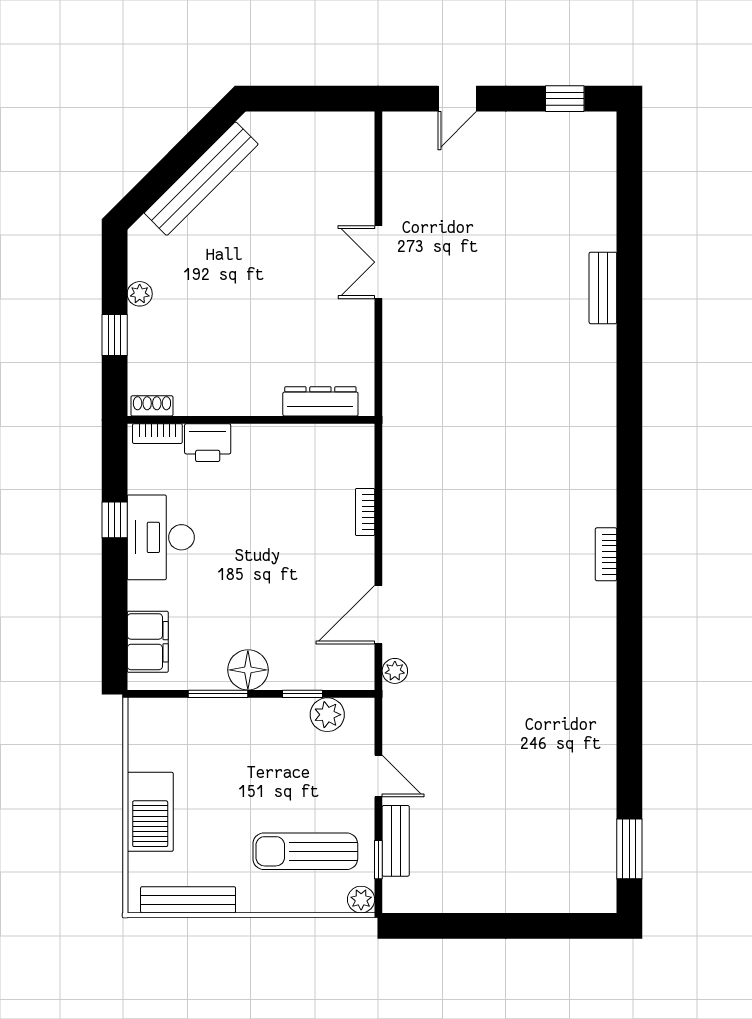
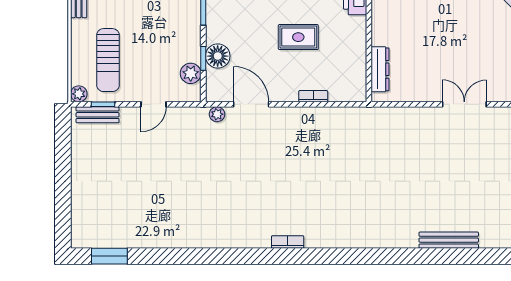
bench: (603, 288) -> (449, 240), width x1.36
rug: (267, 537) -> (298, 37), added
floor lamp: (248, 670) -> (218, 56), moved
bench: (396, 841) -> (98, 115), moved
sun lounger: (305, 851) -> (108, 60), turned 180

